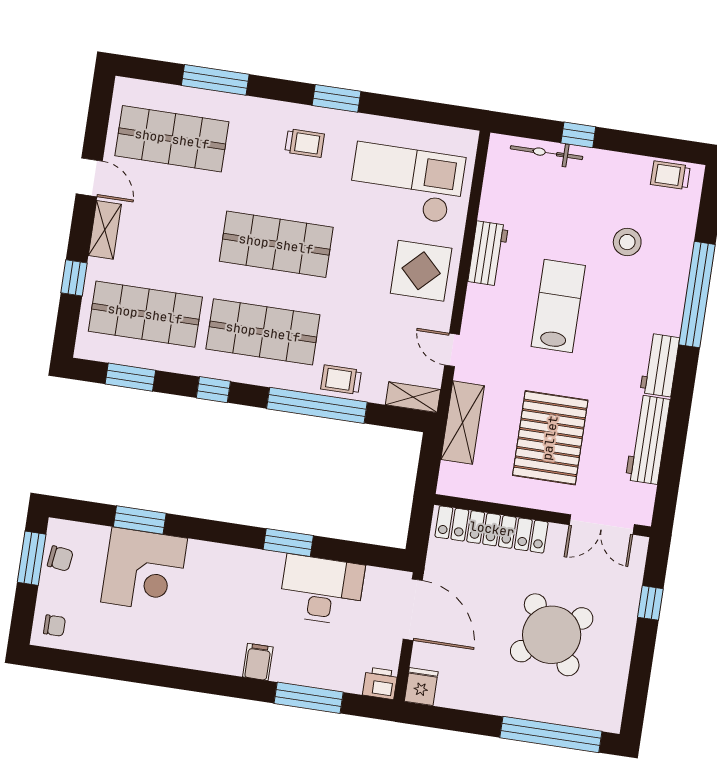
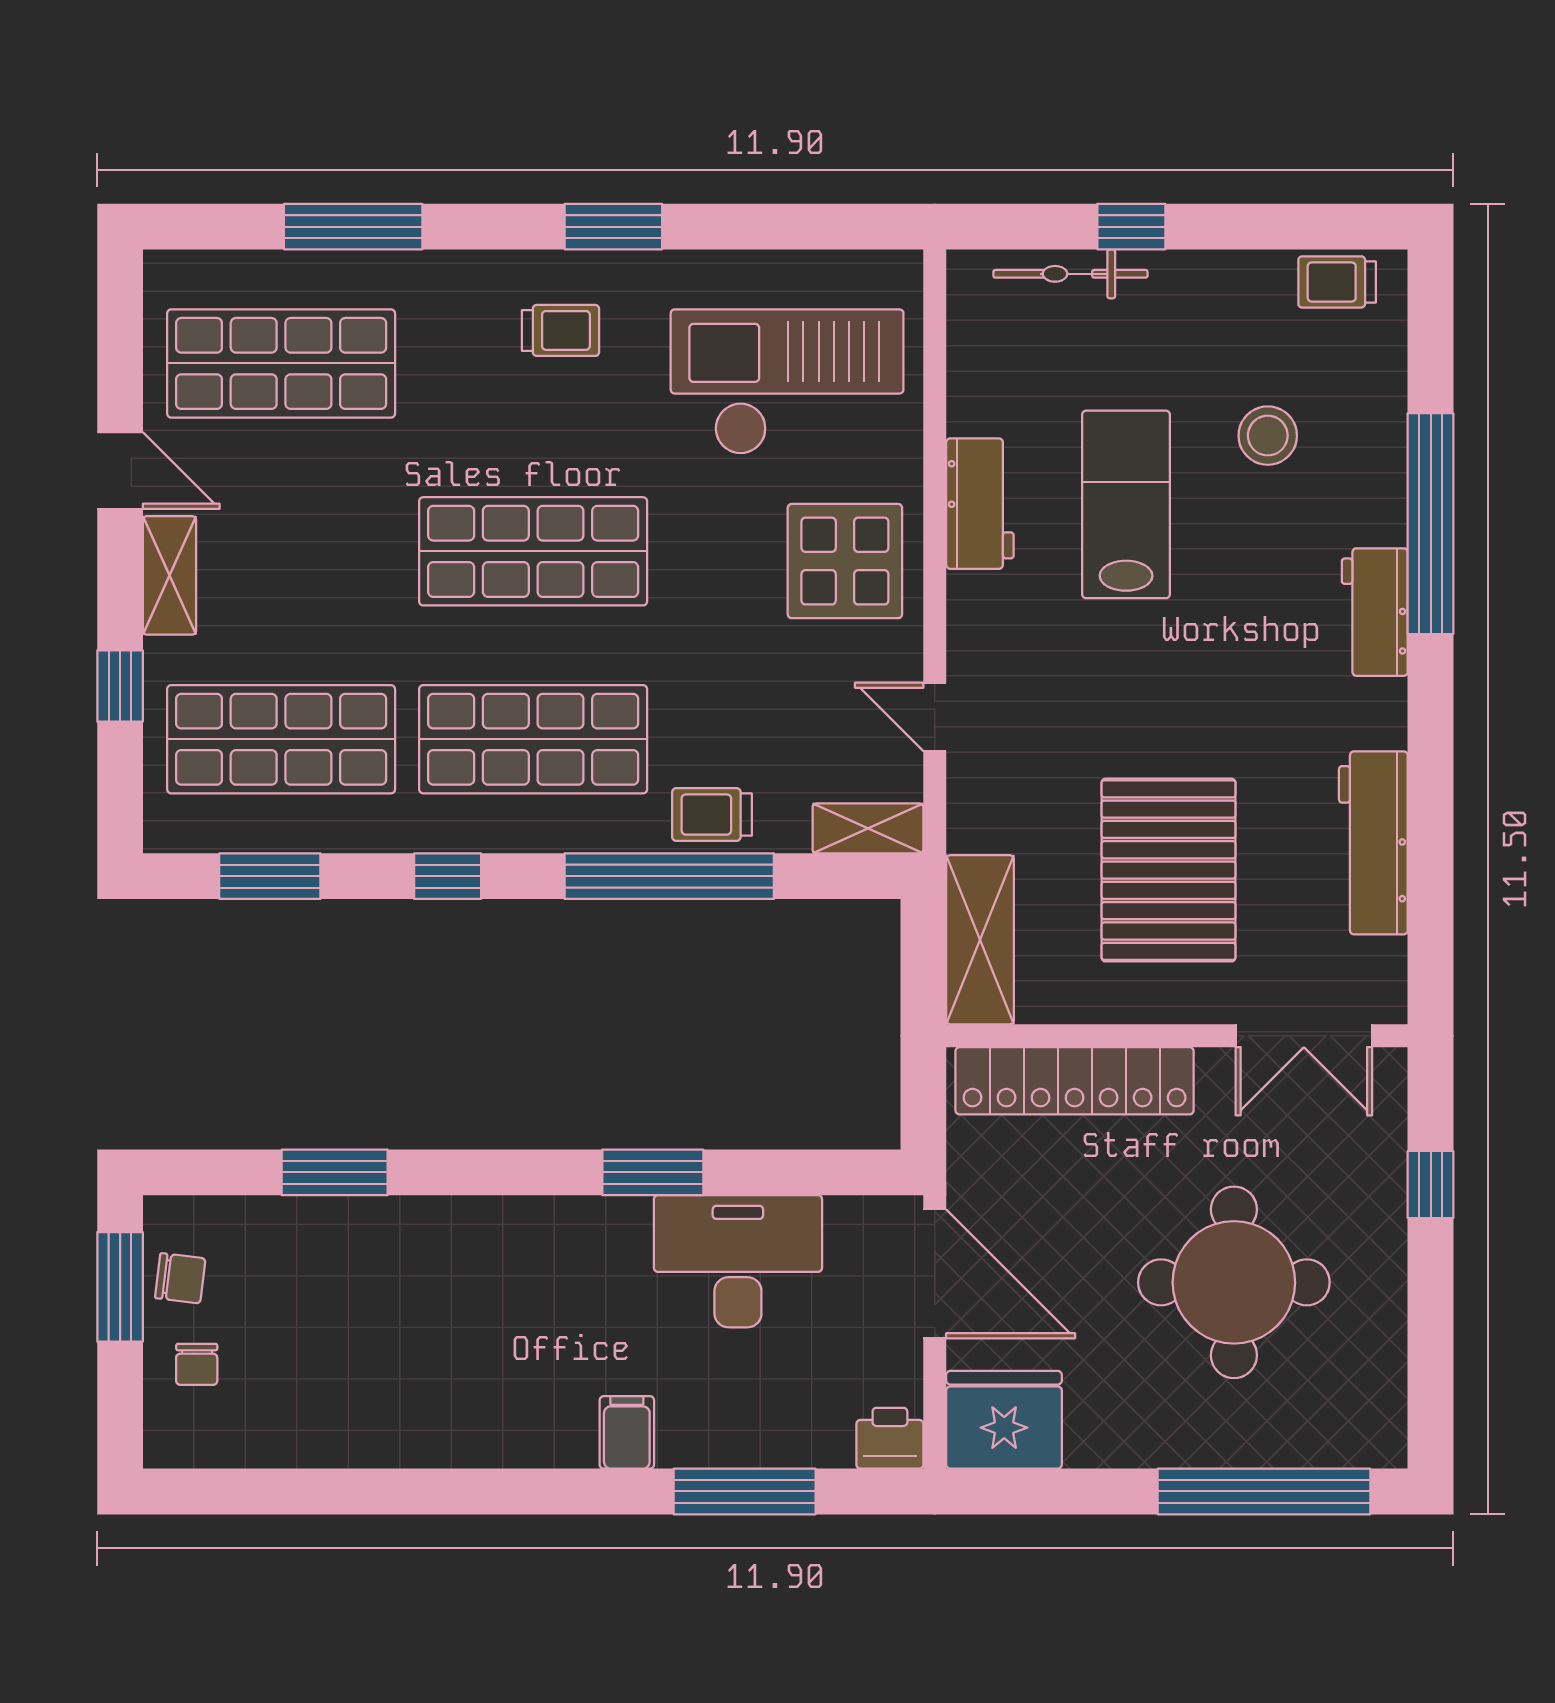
lab bench: (558, 306) -> (1126, 504), moved
workbench: (660, 365) -> (1375, 612), moved
shelving: (463, 423) -> (980, 940), moved
corner desk: (144, 570) -> (360, 1276), removed
chair: (54, 626) -> (197, 1364), moved, turned 90
round table: (552, 635) -> (1234, 1282), turned 37
fridge: (421, 687) -> (1004, 1420), width x1.88, depth x1.34

